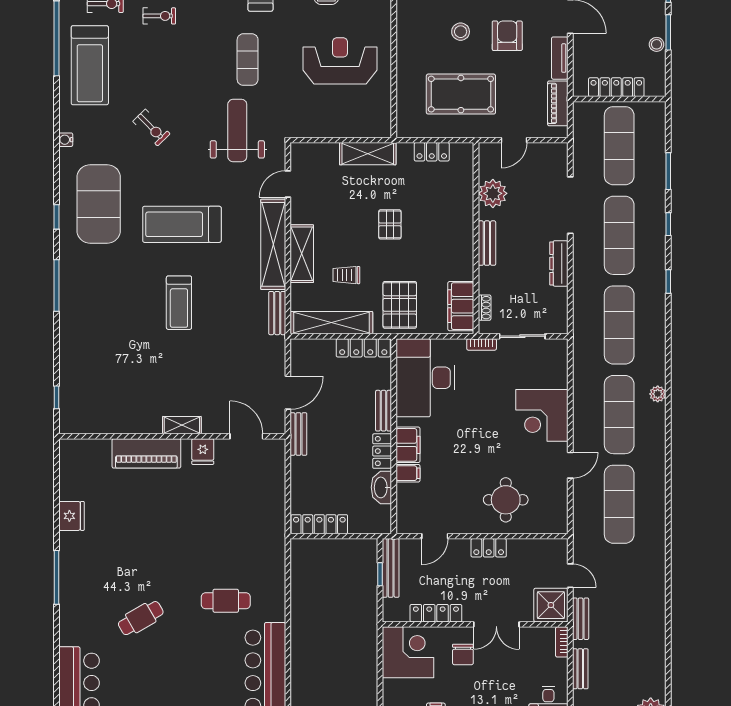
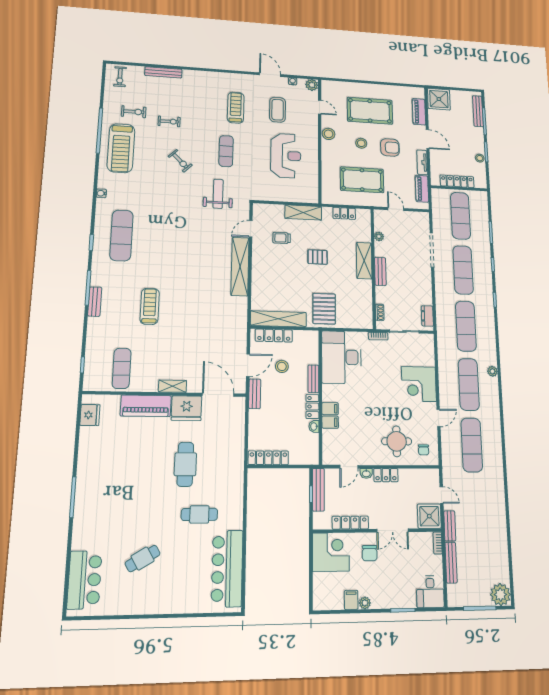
stool: (408, 19) -> (329, 134), added
armchair: (507, 36) -> (390, 147), turned 90
reception desk: (340, 61) -> (286, 156), turned 90
exercise bike: (151, 128) -> (180, 161), moved
weight bench: (237, 131) -> (218, 194), width x0.73, depth x0.75
door: (514, 140) -> (396, 209), swing flipped
plant: (493, 193) -> (379, 236), width x0.53, depth x0.53
exercise mat: (99, 204) -> (121, 235), width x0.68
treadmill: (182, 224) -> (178, 251), removed
pallet: (390, 224) -> (318, 257), turned 90
shelving: (302, 254) -> (364, 261), moved
dresser: (559, 263) -> (427, 316), moved, width x0.70
trolley: (346, 275) -> (282, 238), moved
treadmill: (179, 303) -> (150, 306), moved, turned 180
filing cabinet: (461, 306) -> (364, 311), removed
bench: (277, 313) -> (95, 302), moved
locker: (363, 348) -> (274, 335), moved
stool: (337, 393) -> (282, 366), added
exercise mat: (110, 401) -> (122, 368), added
door: (246, 436) -> (218, 395), width x1.36
filing cabinet: (408, 445) -> (330, 409), width x0.50
fridge: (203, 452) -> (187, 408), width x1.88, depth x1.34
washbasin: (381, 487) -> (314, 426), width x0.52, depth x0.69
chair: (546, 512) -> (424, 450), added
fridge: (71, 516) -> (90, 415), moved
cafe table: (204, 533) -> (185, 464), added
washbasin: (460, 546) -> (366, 473), added
cafe table: (141, 618) -> (143, 559), moved
bench: (580, 669) -> (451, 563), width x1.36

